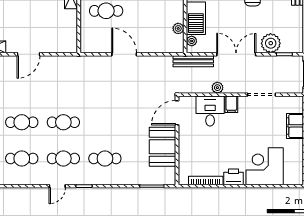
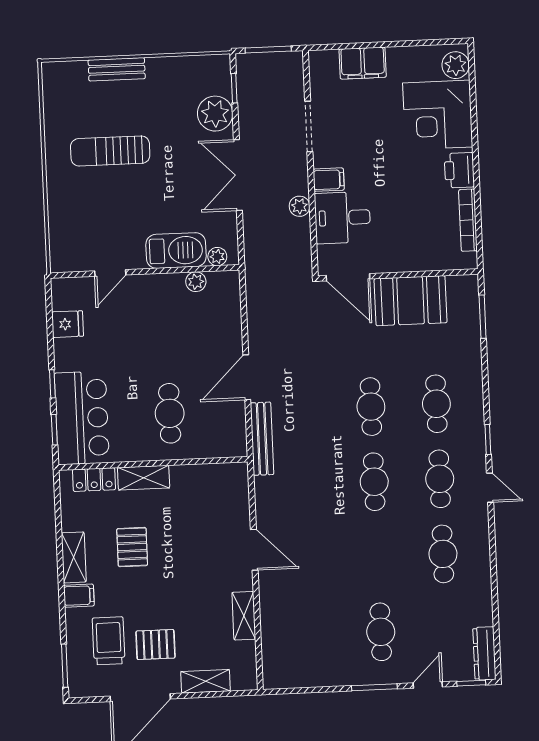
bench: (193, 61) -> (262, 439), moved
cafe table: (22, 122) -> (371, 407), moved
plant: (292, 177) -> (456, 65), added

